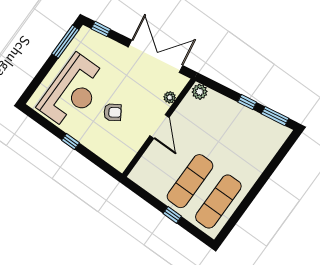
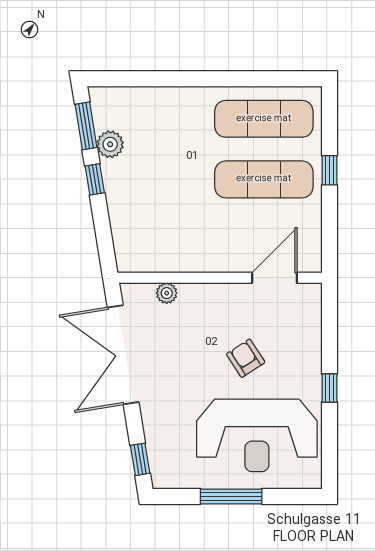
window: (65, 42) -> (231, 496), moved
reception desk: (73, 92) -> (257, 435), turned 180
plant: (200, 92) -> (110, 144), moved
door: (160, 127) -> (274, 278), moved

